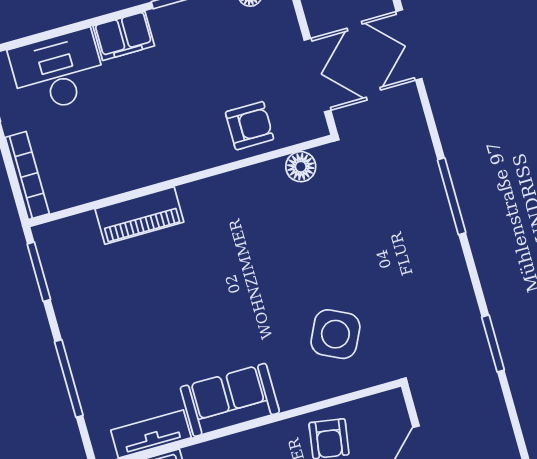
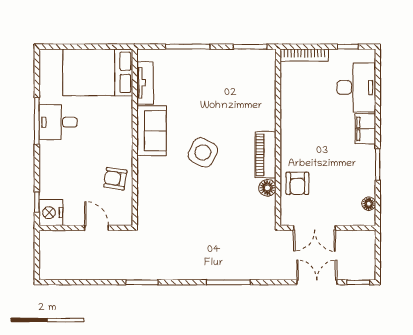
floor lamp: (301, 167) -> (267, 188), moved
piano: (139, 216) -> (265, 155), moved
side table: (335, 334) -> (203, 152), moved

